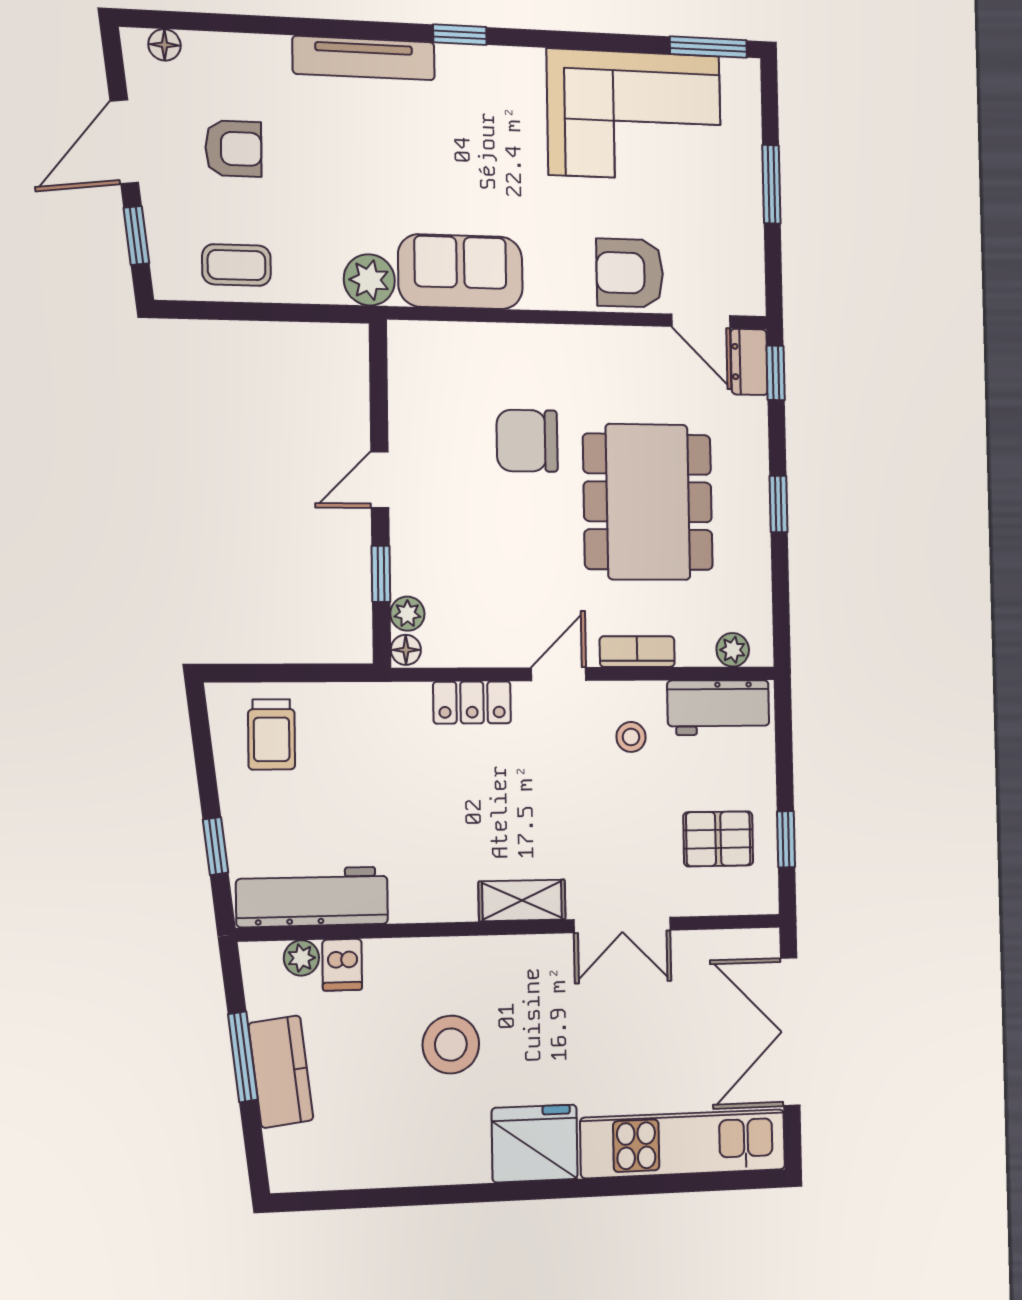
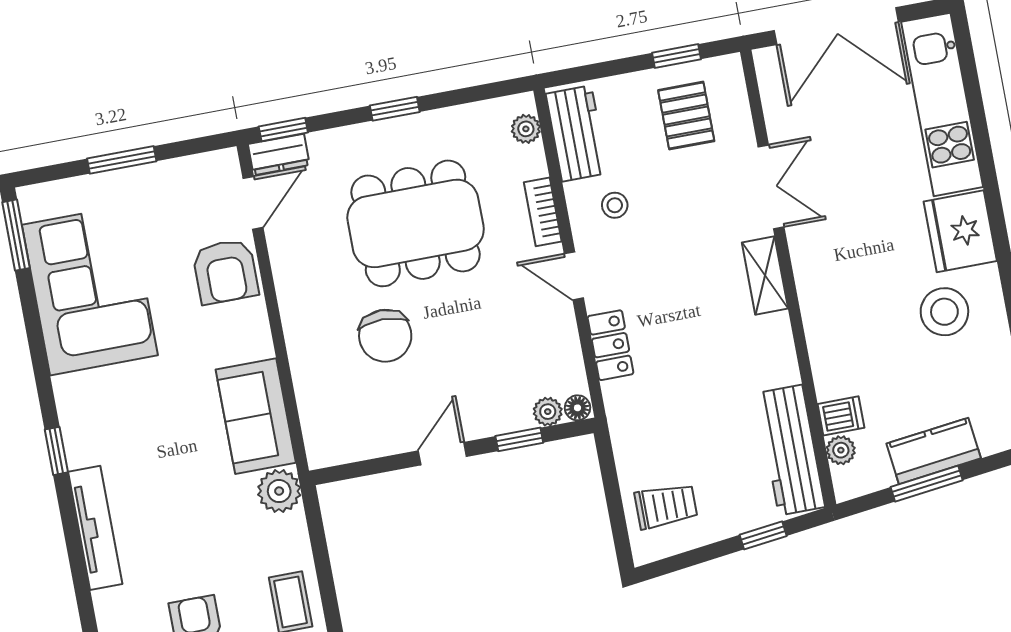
door: (380, 480) -> (442, 454), swing flipped
stool: (451, 1045) -> (944, 312), moved

